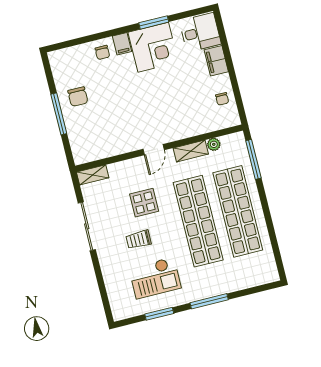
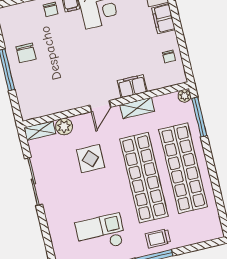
filing cabinet: (185, 129) -> (132, 86), added
plant: (214, 144) -> (185, 96), moved
plant: (117, 171) -> (64, 127), added
trolley: (139, 240) -> (158, 238), moved
checkout: (155, 278) -> (101, 233), turned 180

